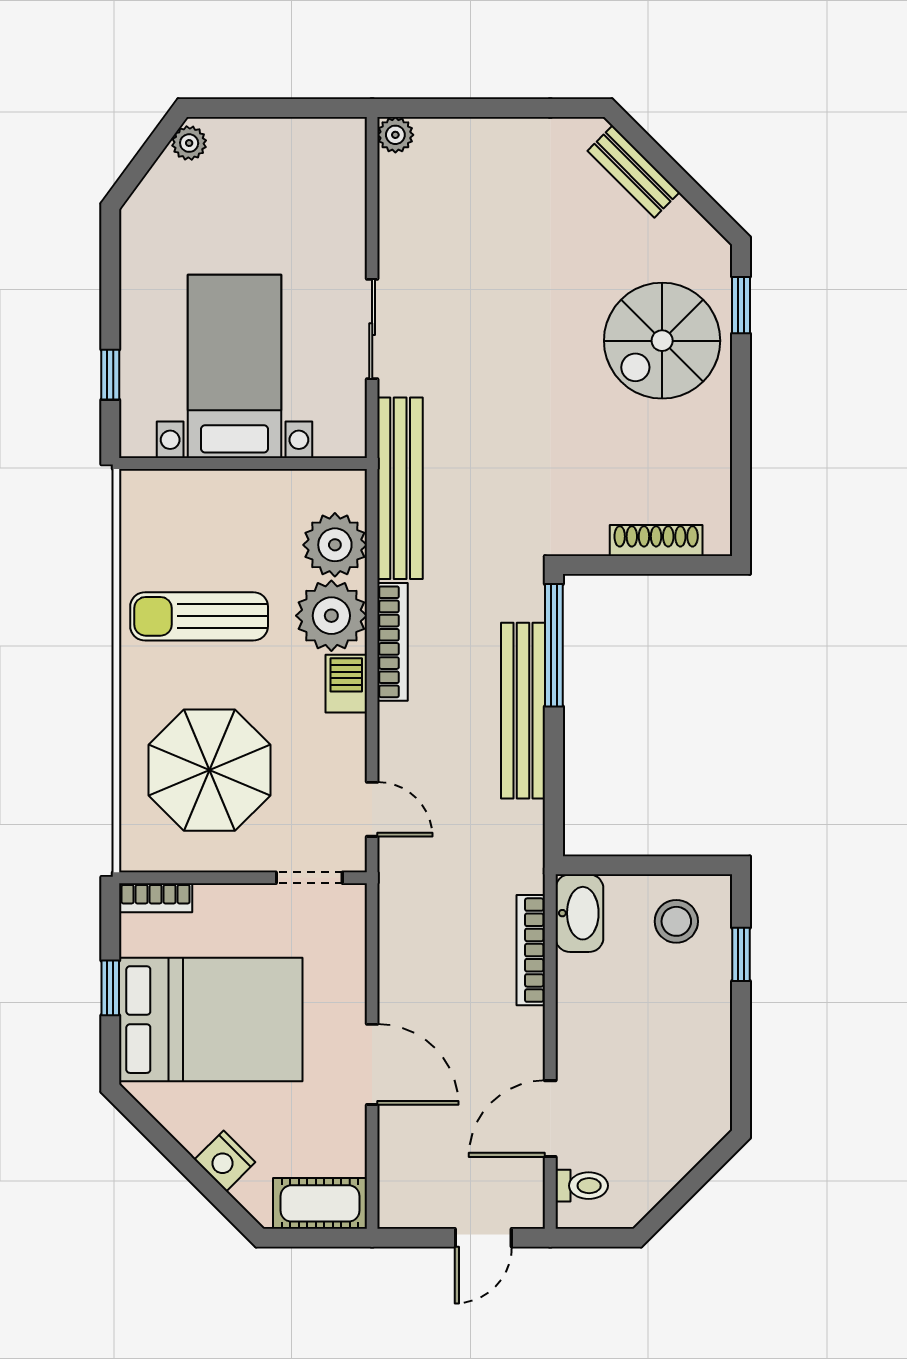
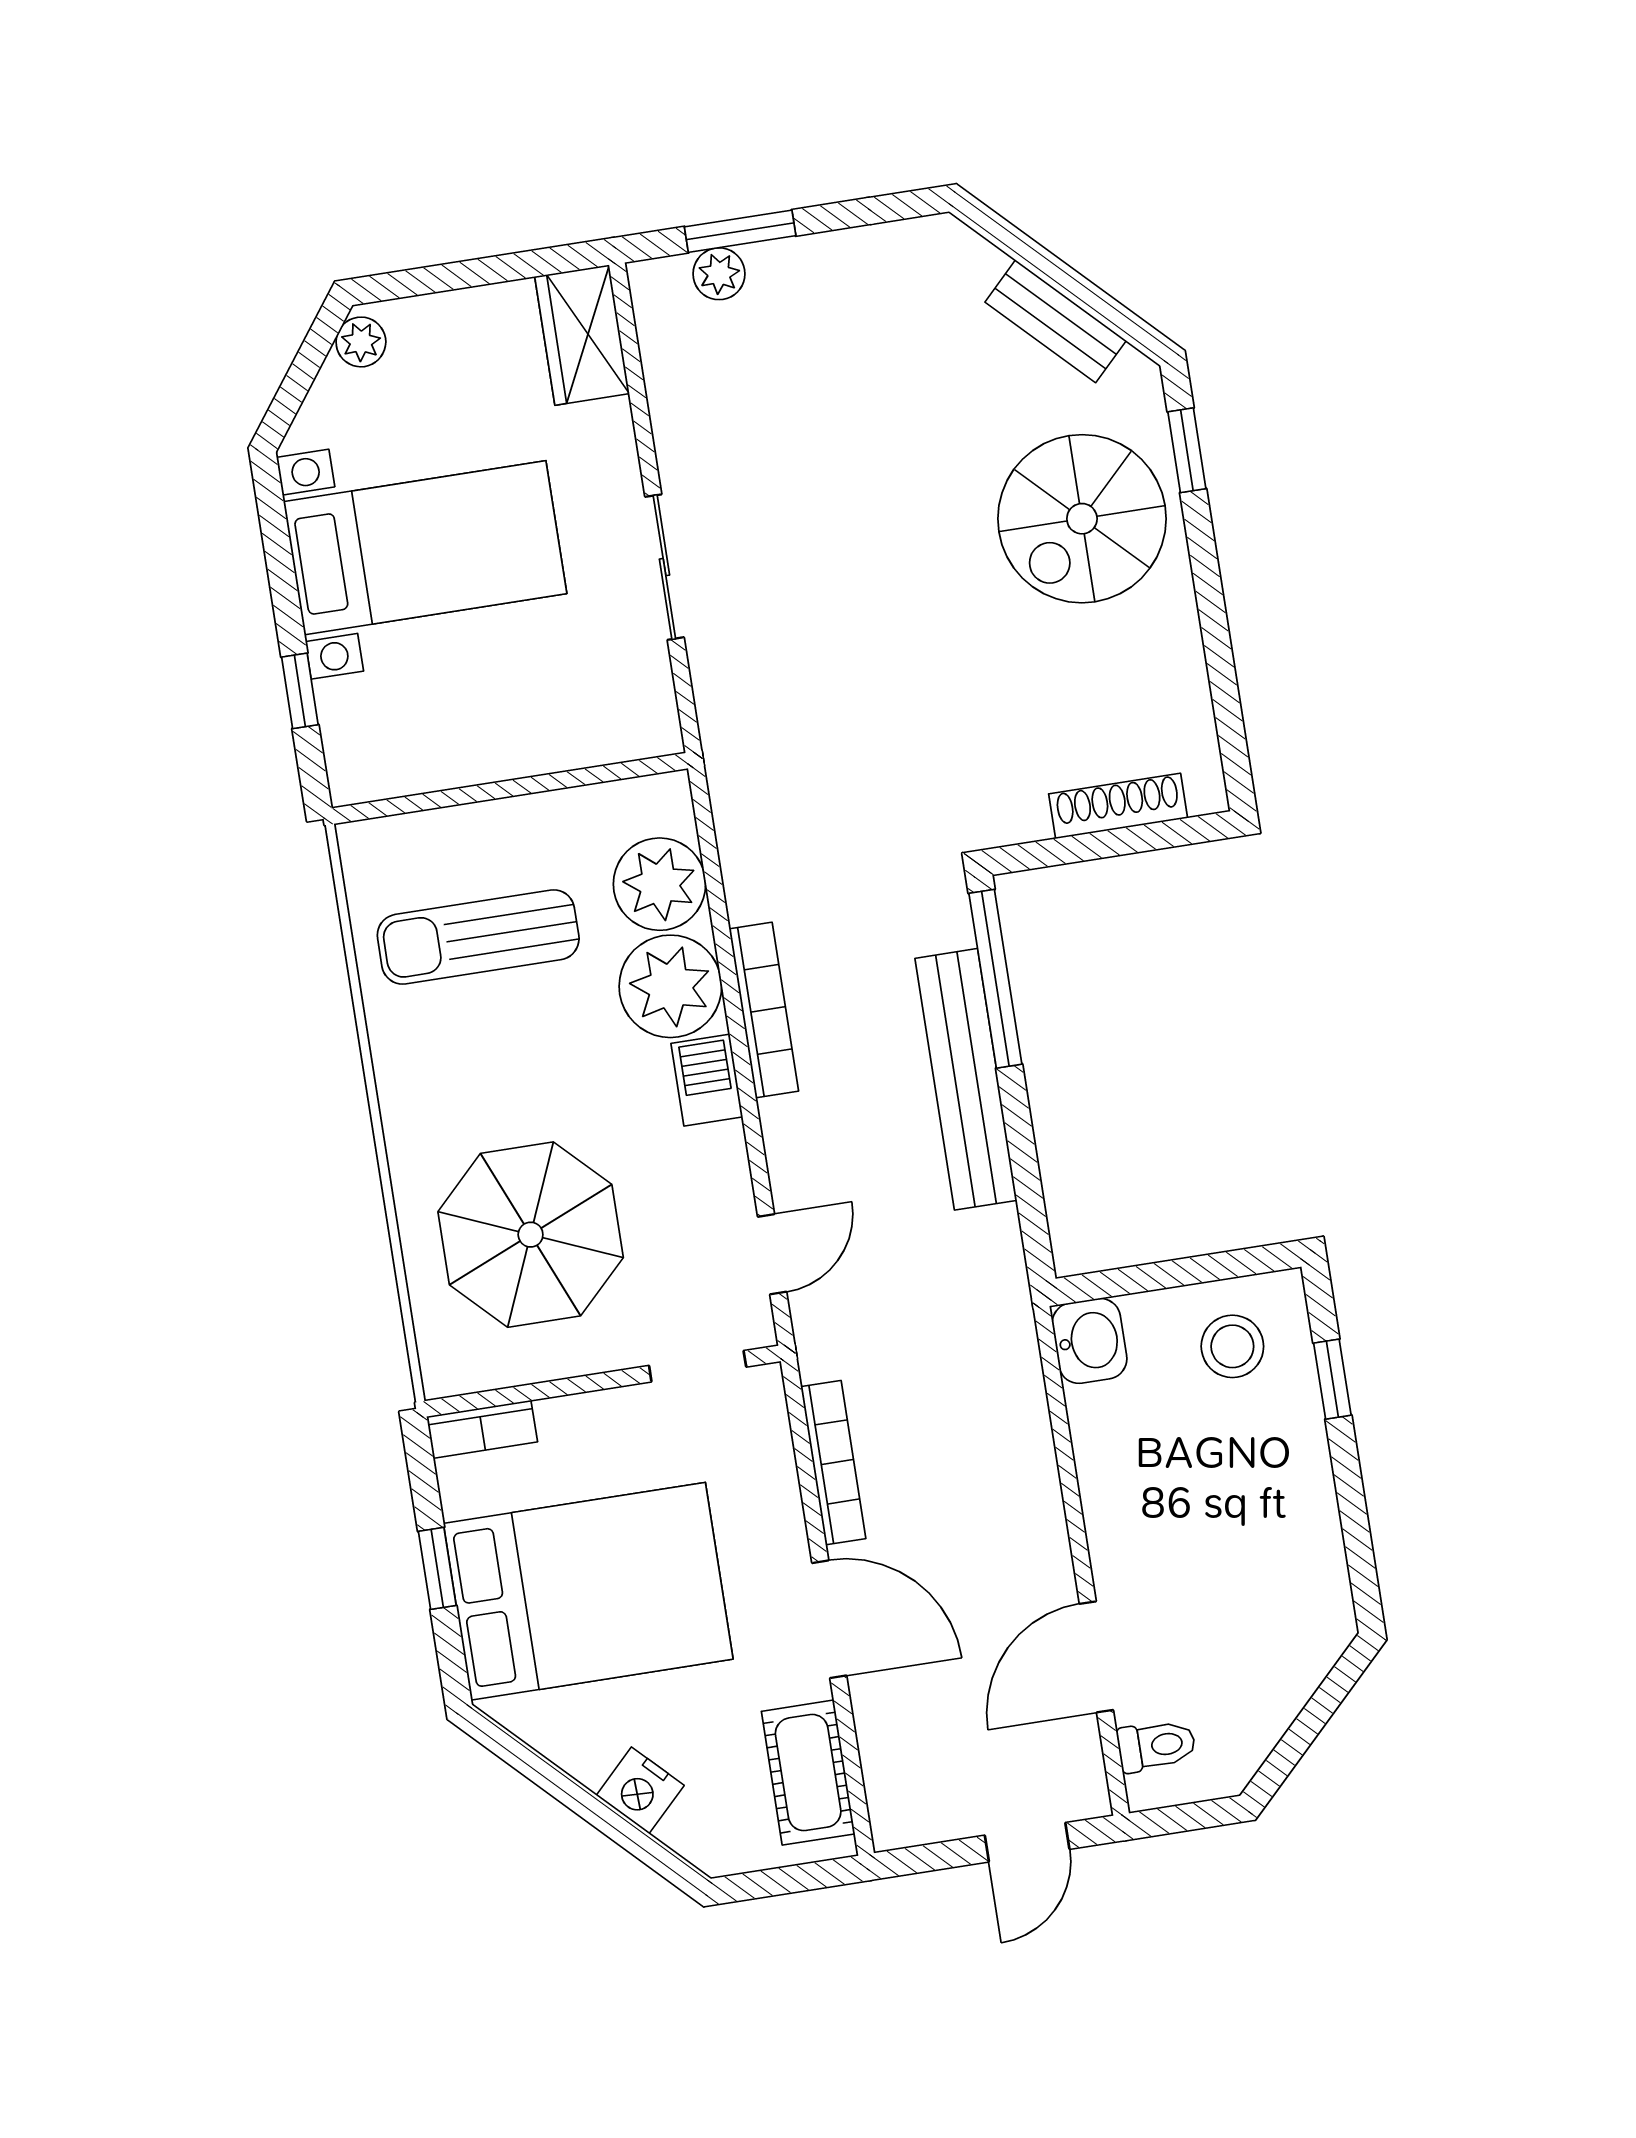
window: (460, 108) -> (740, 231), added
plant: (395, 135) -> (719, 274), moved
wardrobe: (341, 162) -> (582, 335), added
bench: (634, 171) -> (1056, 321), moved
bed with nightstands: (235, 366) -> (425, 548), moved, turned 90
bench: (400, 488) -> (740, 789), removed
sun lounger: (199, 616) -> (478, 937), moved
door: (372, 809) -> (772, 1254), hinge flipped
washbasin: (579, 913) -> (1090, 1341), width x0.72
bookcase: (531, 950) -> (833, 1463), moved, turned 180
cot: (320, 1203) -> (808, 1773), moved, turned 90

